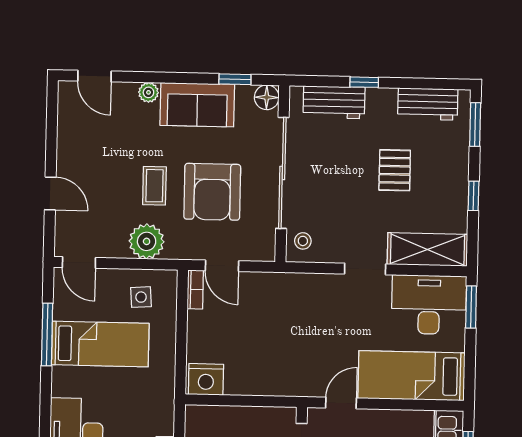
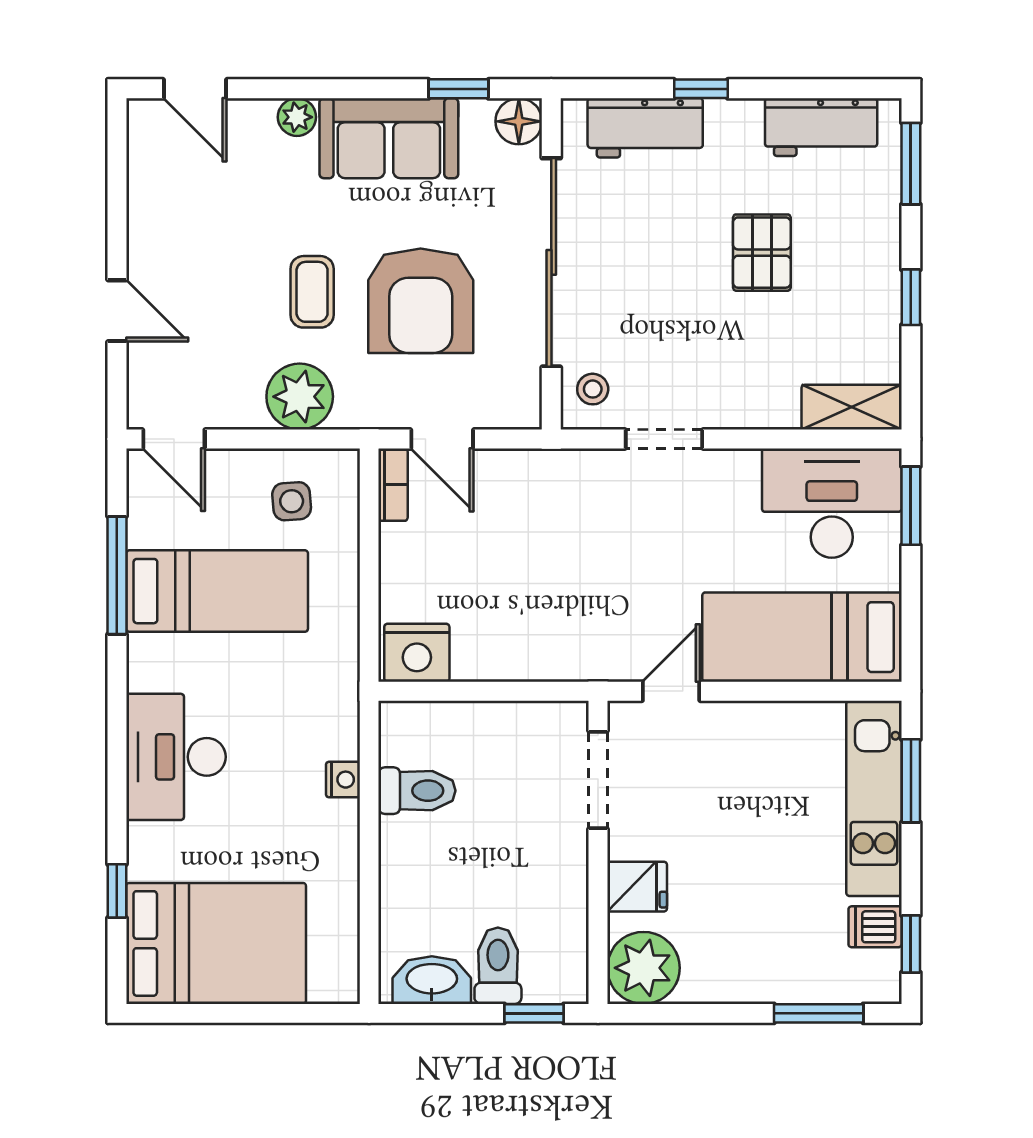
shelving: (427, 249) -> (852, 407), width x0.67, depth x0.75
doorway: (365, 269) -> (664, 439), moved

